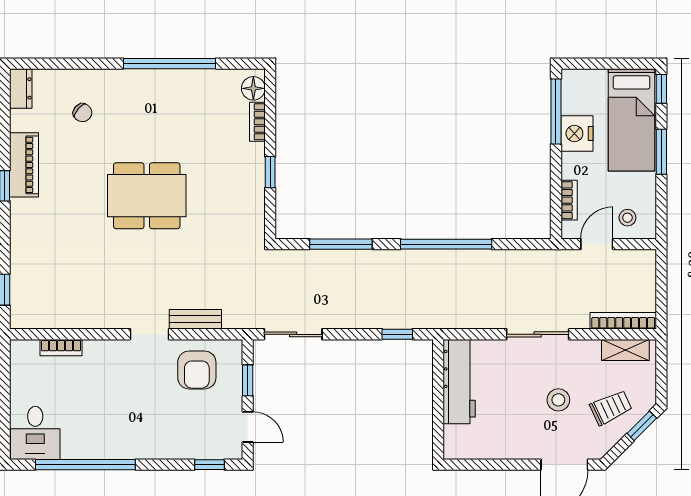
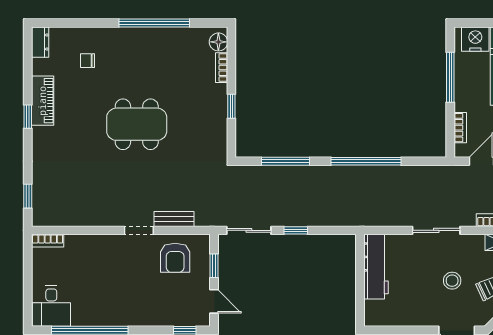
window: (556, 111) -> (450, 77), moved
chair: (82, 113) -> (87, 61), turned 139
nightstand: (577, 133) -> (475, 39), moved, turned 90
window: (397, 334) -> (296, 230), moved
bookcase: (61, 348) -> (48, 241), moved

